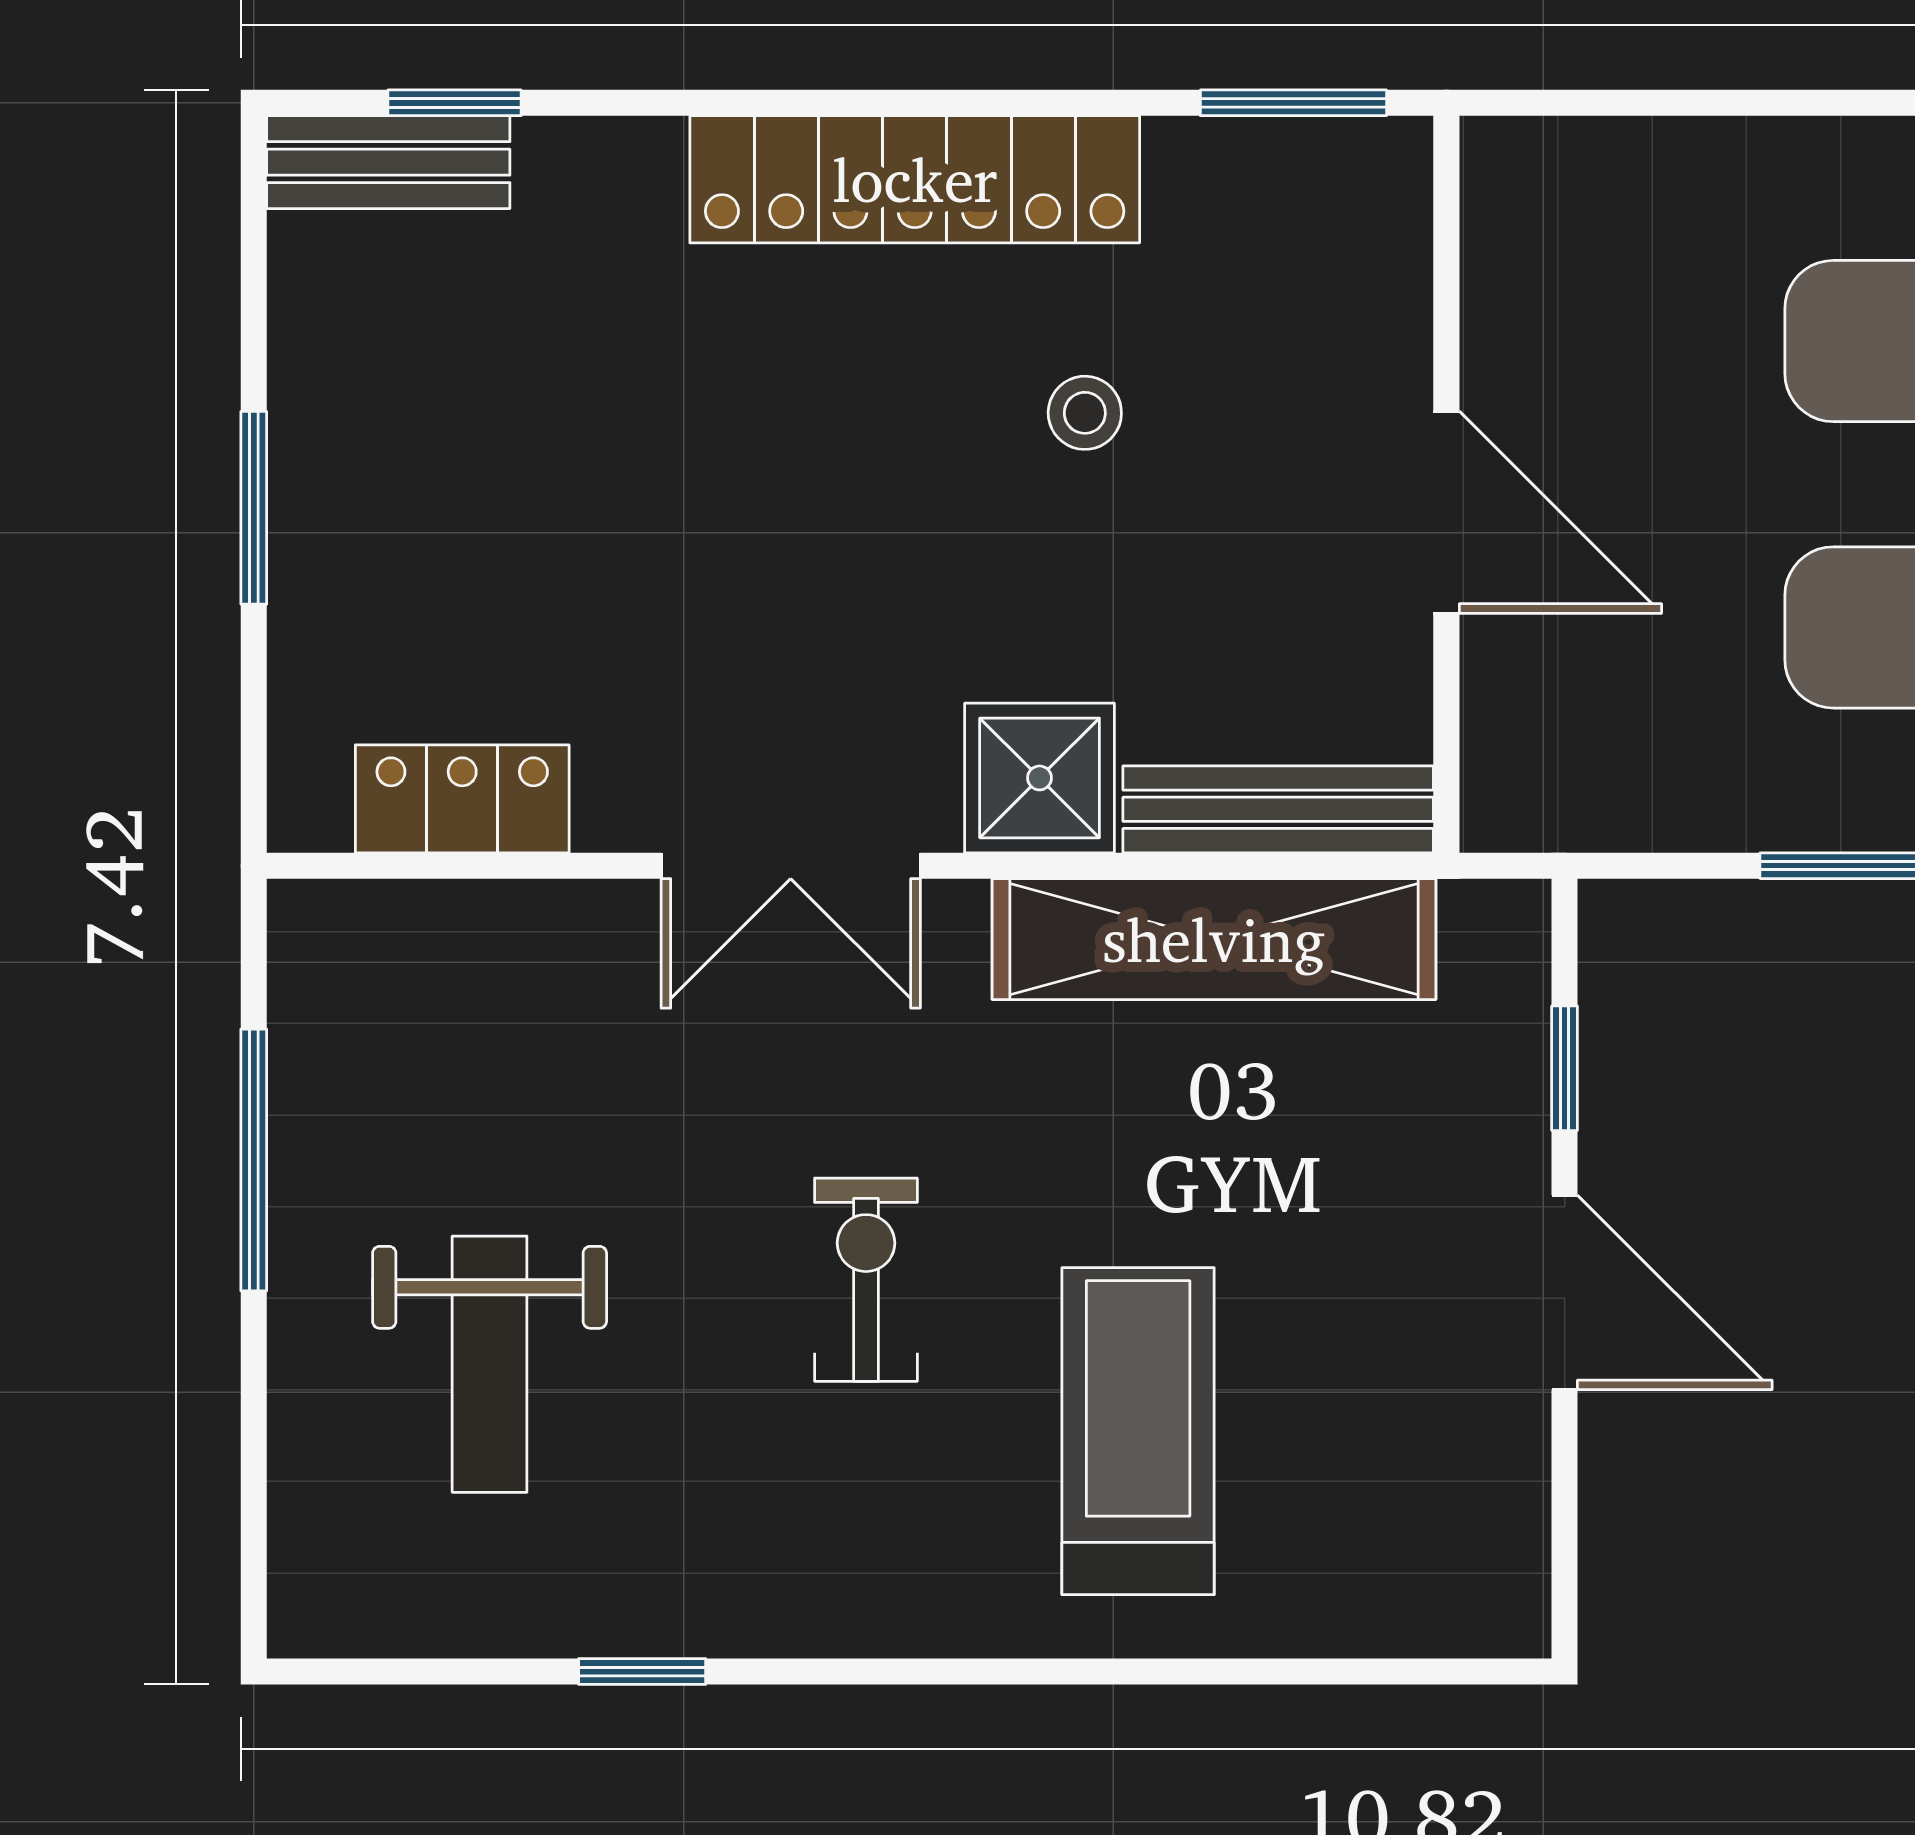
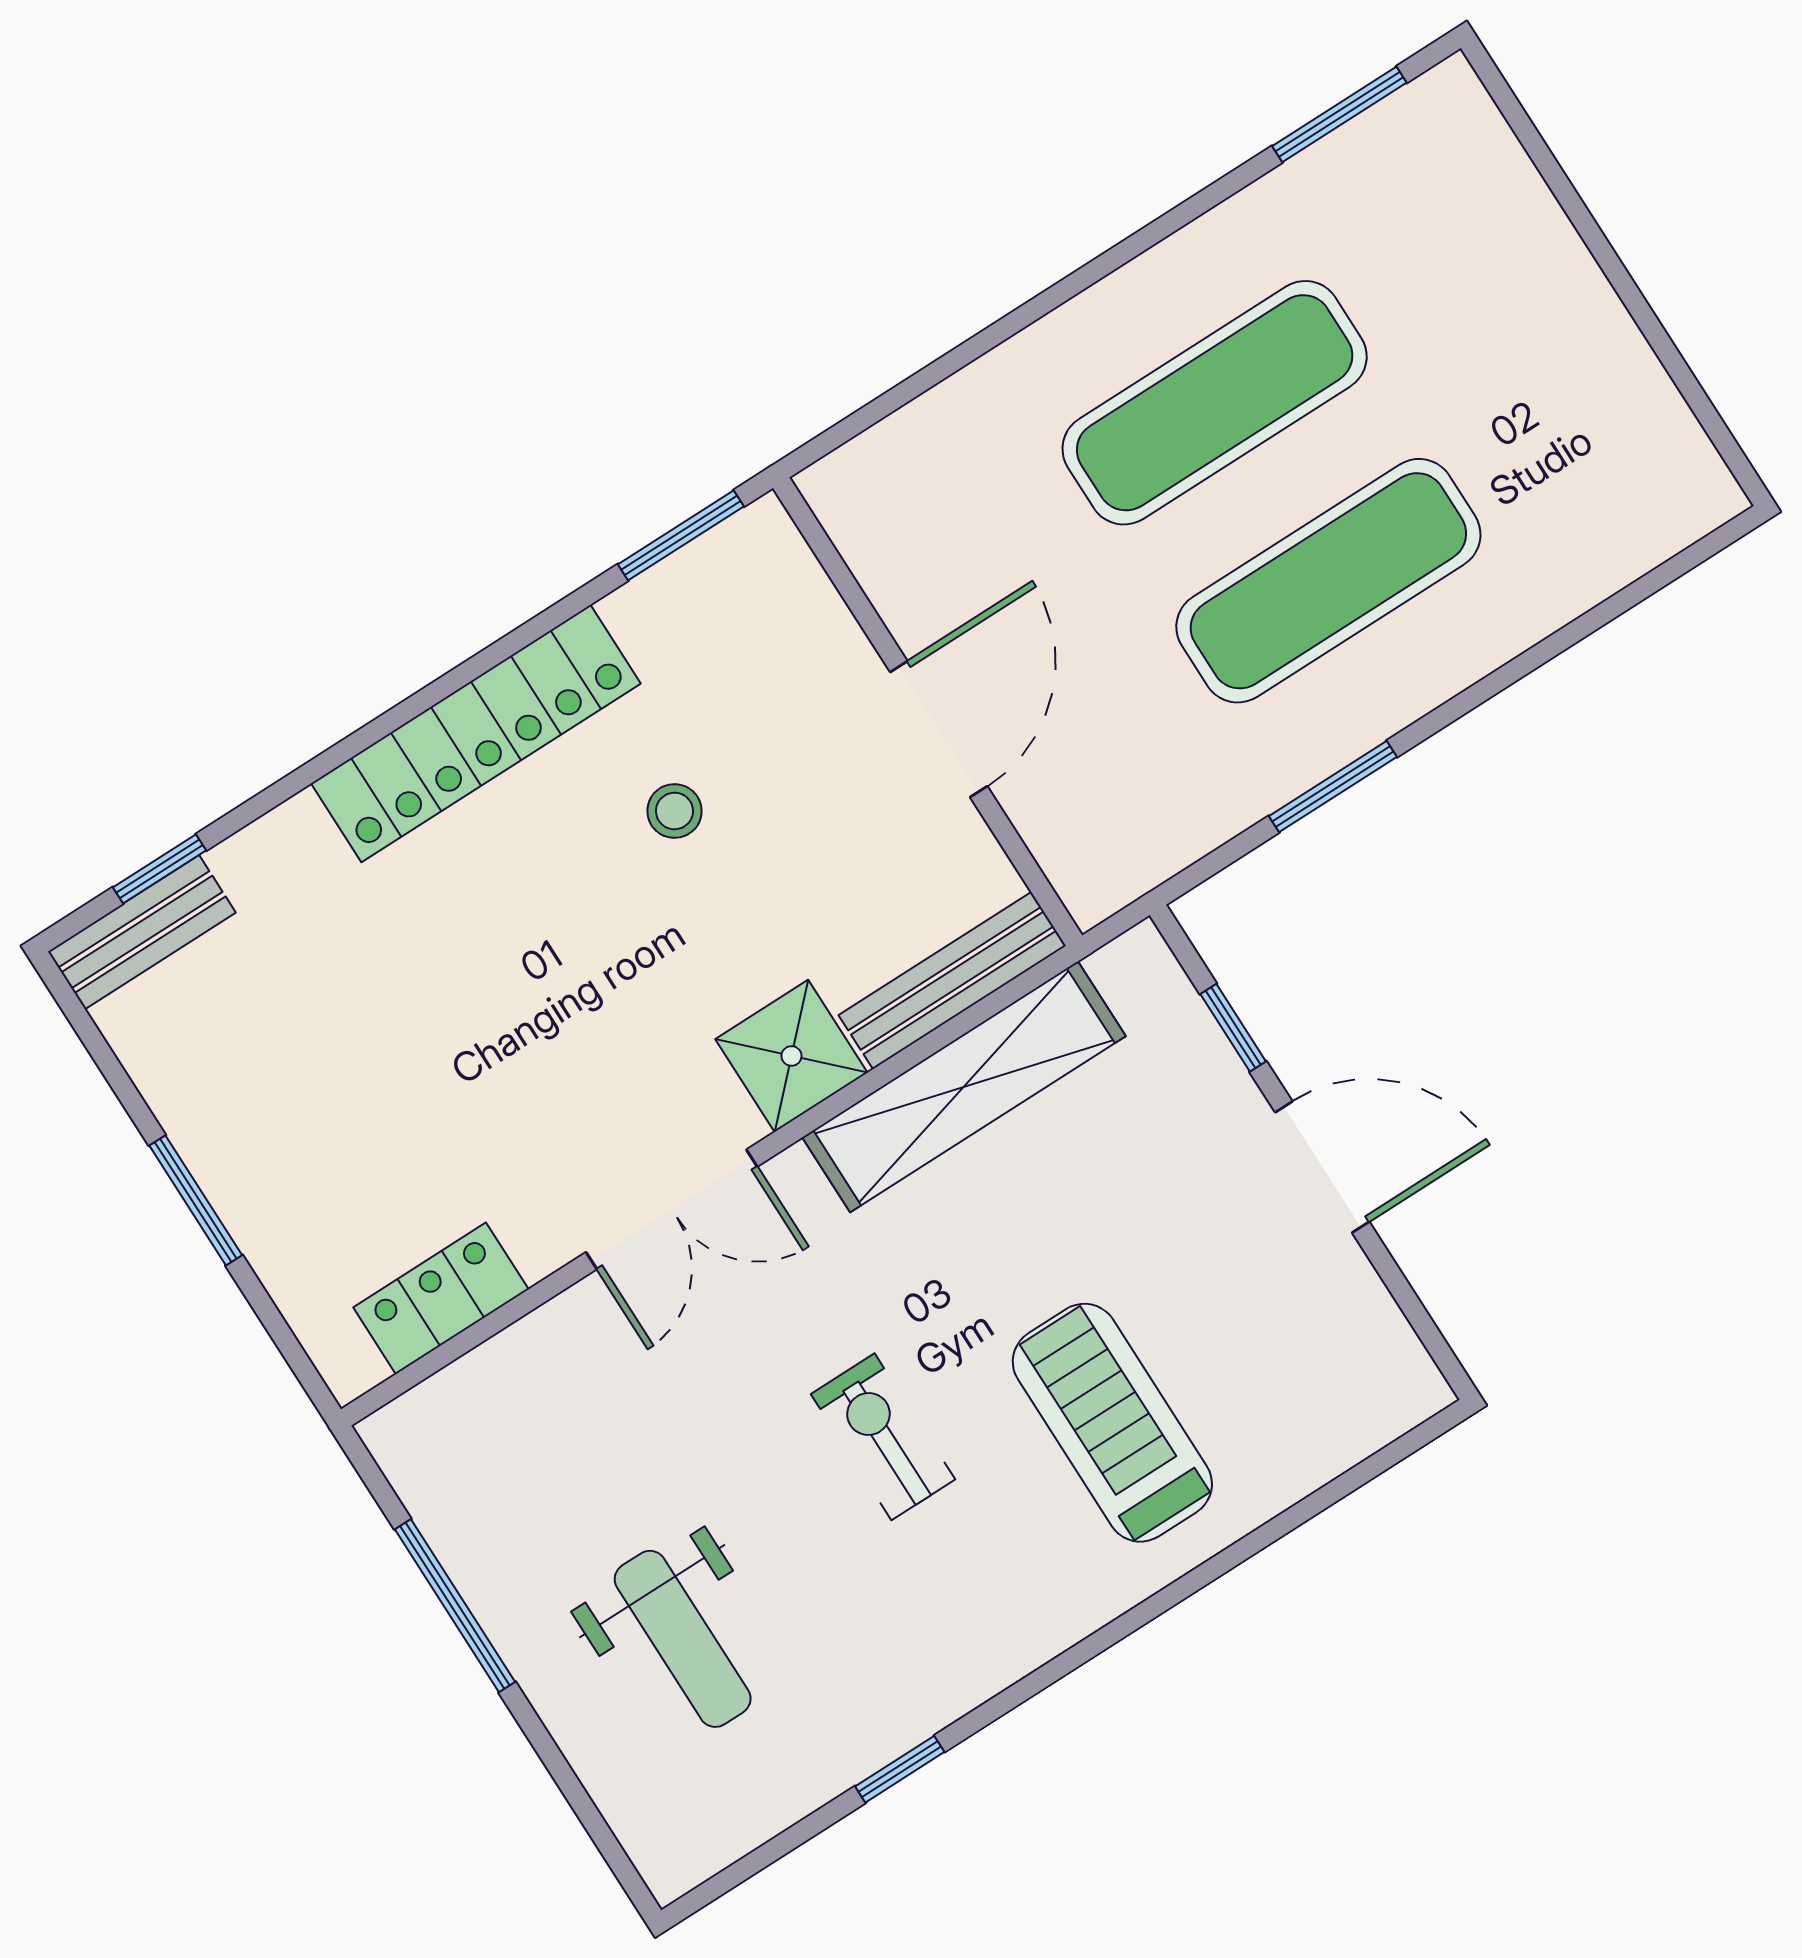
door: (1446, 512) -> (939, 729), hinge flipped

